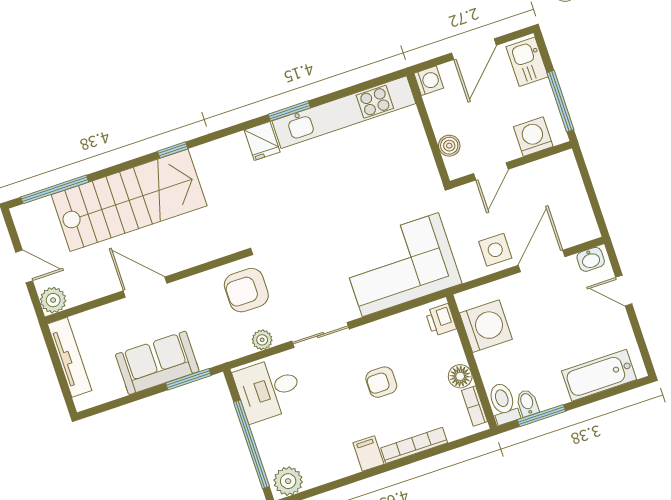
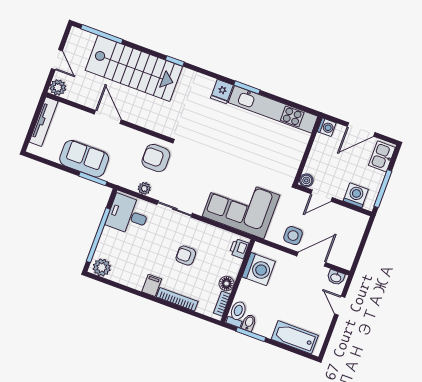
boiler: (449, 146) -> (306, 180), moved

